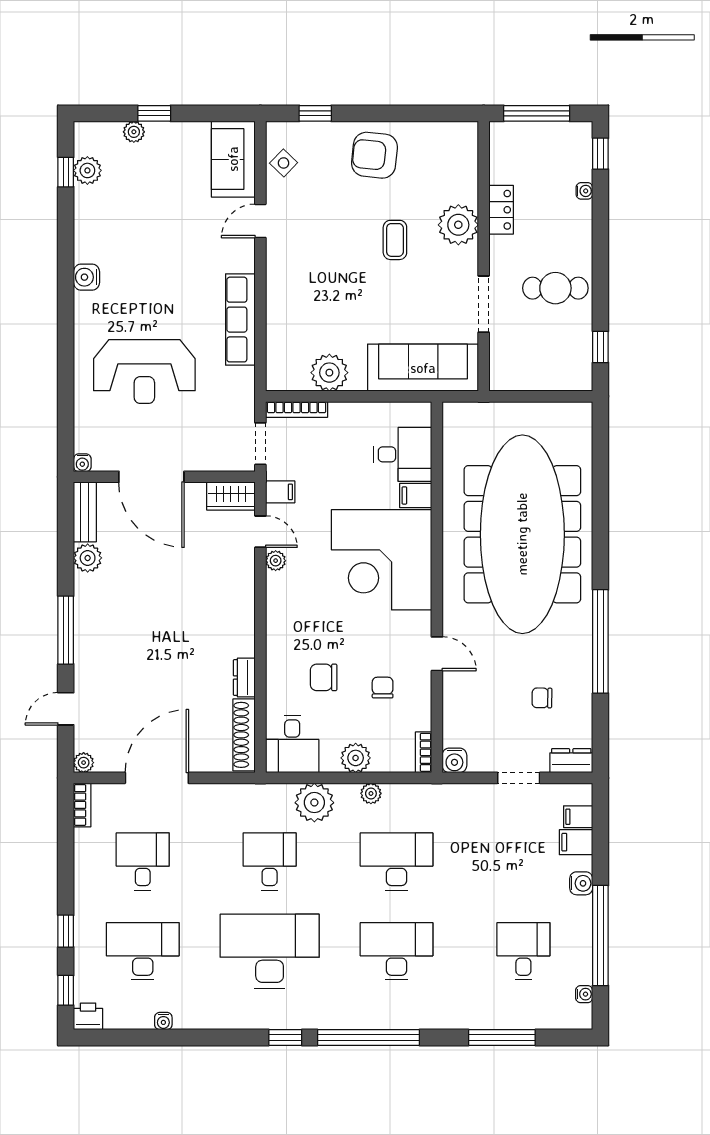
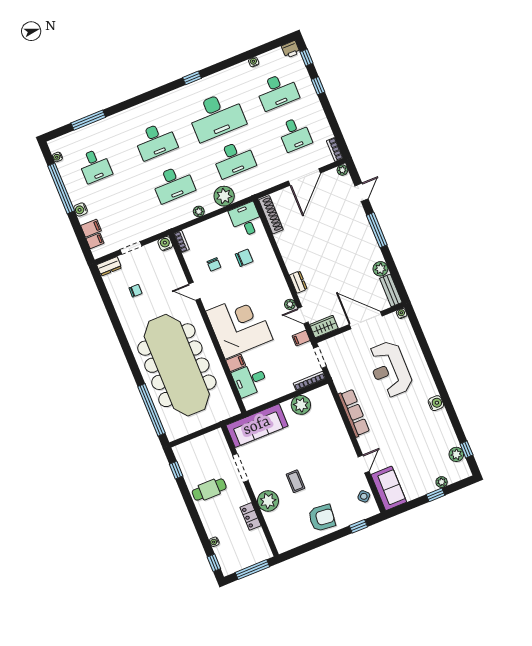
reception desk: (144, 372) -> (390, 369), turned -90
window: (600, 641) -> (151, 410), moved
dresser: (244, 677) -> (298, 282), moved
plant: (356, 758) -> (213, 225), removed
desk: (270, 862) -> (234, 159), width x1.37
window: (368, 1038) -> (152, 94), removed

